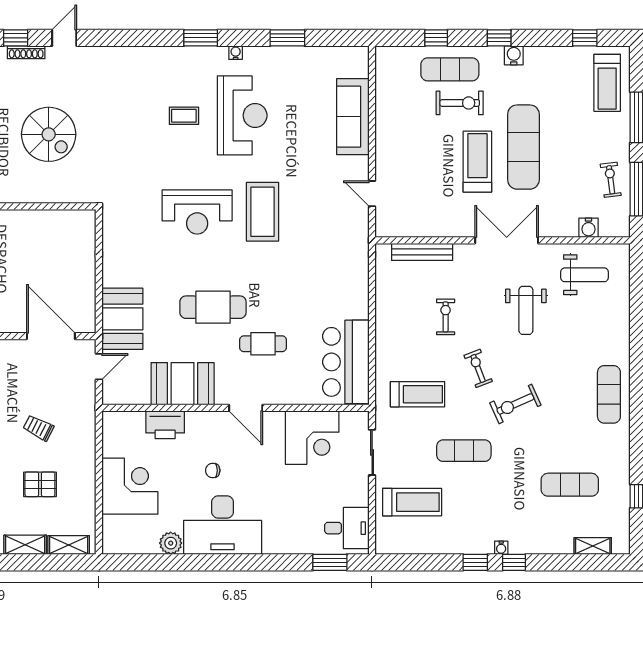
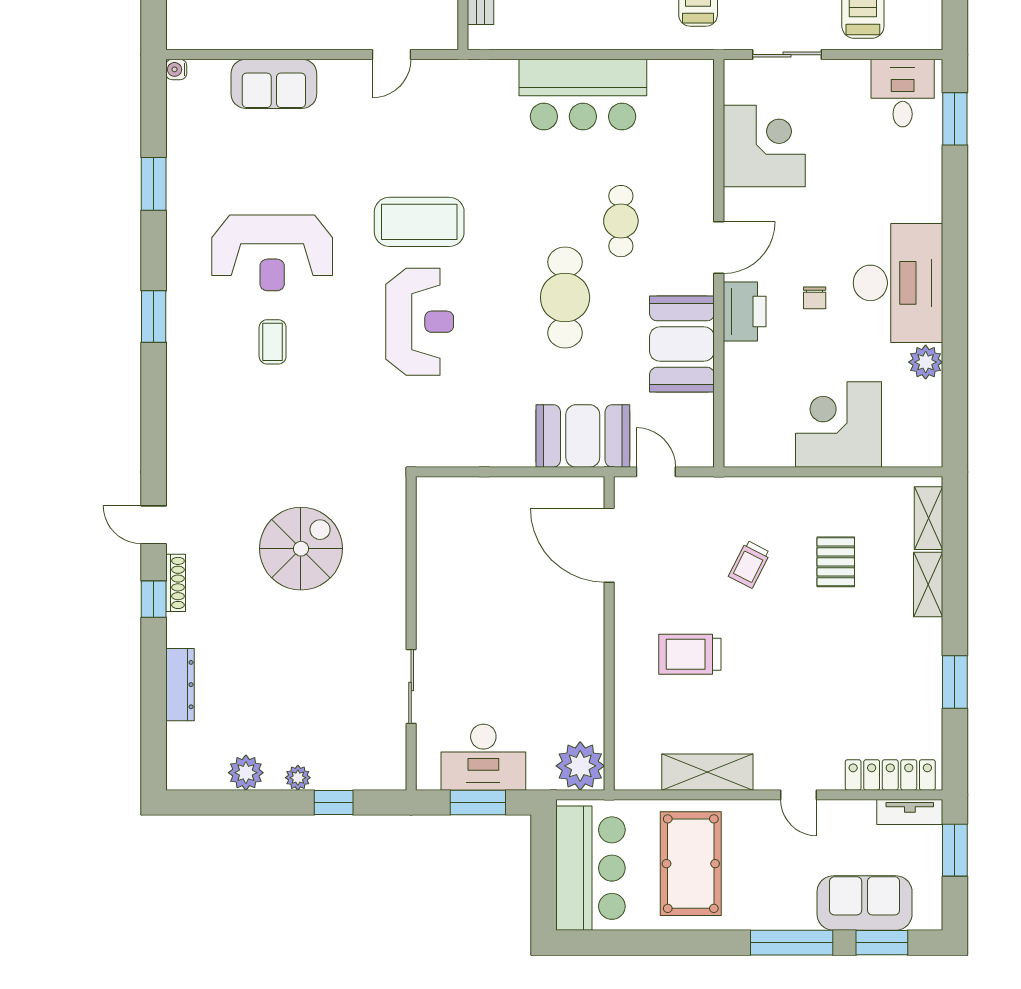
water cooler: (236, 53) -> (176, 69), moved
reception desk: (242, 115) -> (272, 253), turned 180
sofa: (353, 117) -> (274, 84), width x0.73
door: (51, 336) -> (609, 545), hinge flipped
bar counter: (346, 362) -> (583, 95), moved
printer: (165, 425) -> (745, 311), moved

